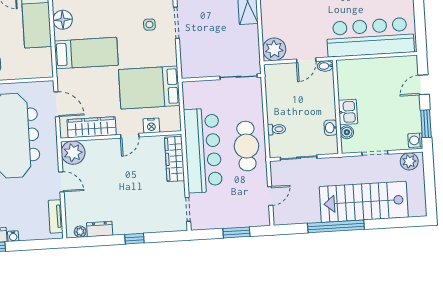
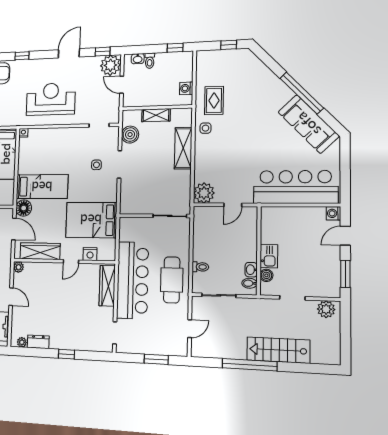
floor lamp: (63, 20) -> (24, 208), moved
bidet: (325, 66) -> (249, 283), moved
washing machine: (415, 140) -> (333, 213), moved
plant: (73, 153) -> (19, 267), width x0.53, depth x0.53
stairs: (364, 202) -> (278, 350), width x0.73, depth x0.66

